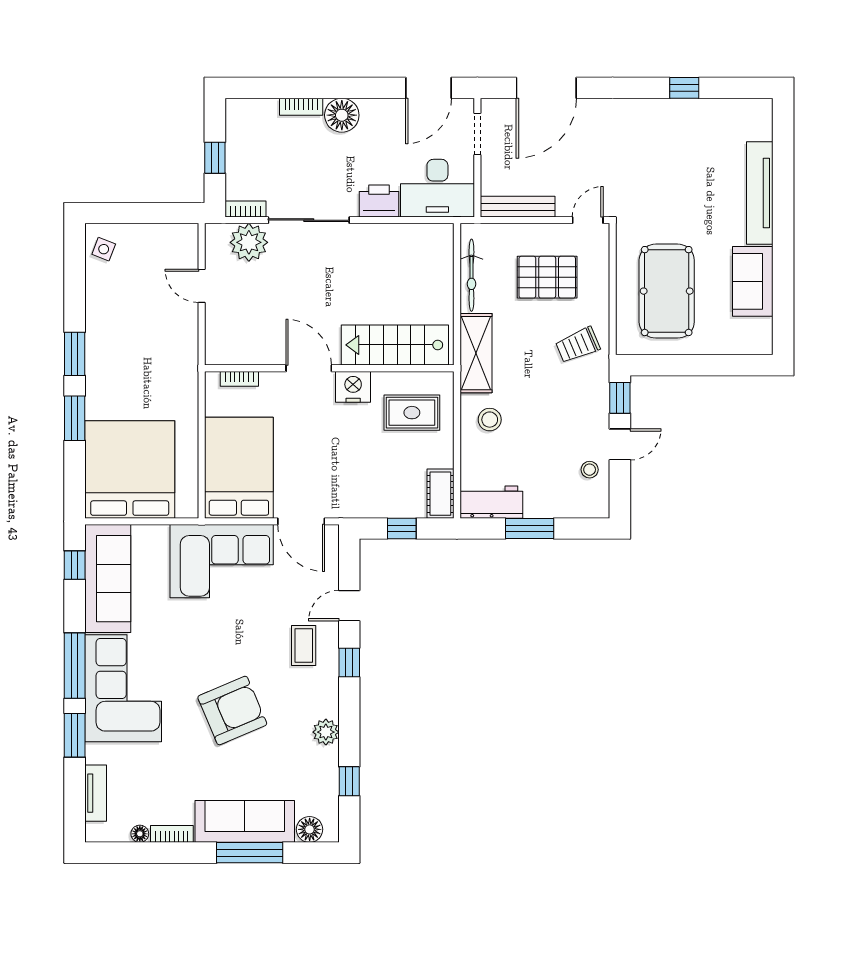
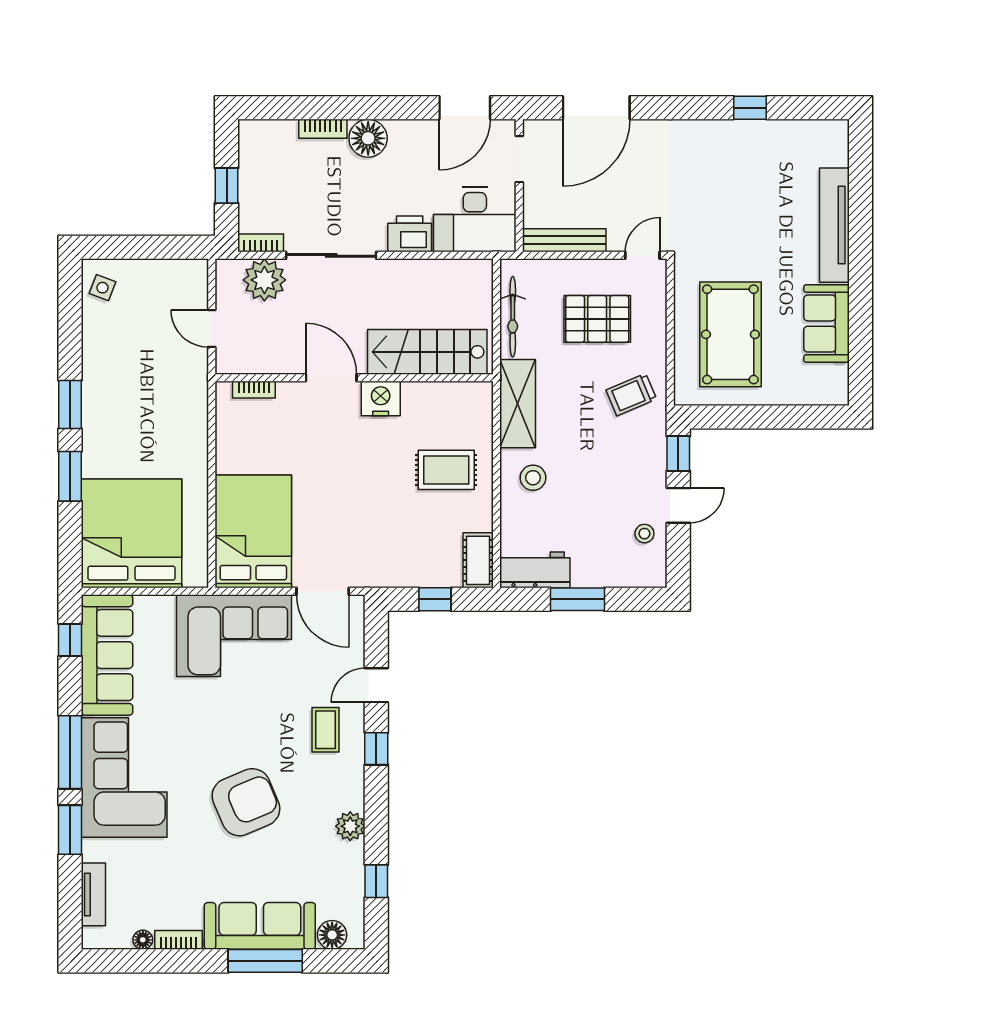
stairs: (395, 345) -> (427, 352), moved
door: (309, 368) -> (331, 378), moved
wall: (329, 368) -> (354, 378), moved
bookcase: (239, 379) -> (254, 390), moved
nightstand: (353, 387) -> (381, 399), moved

